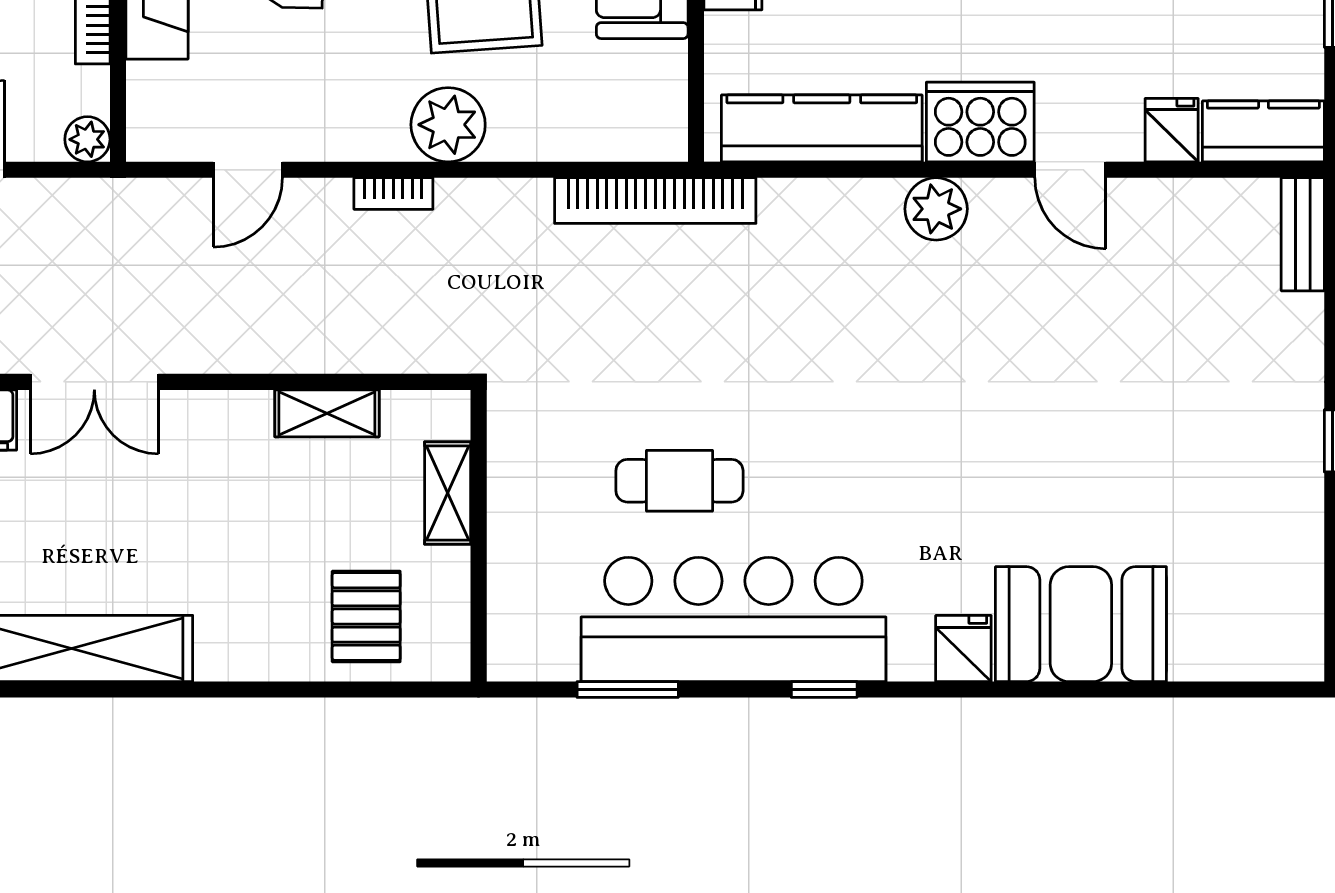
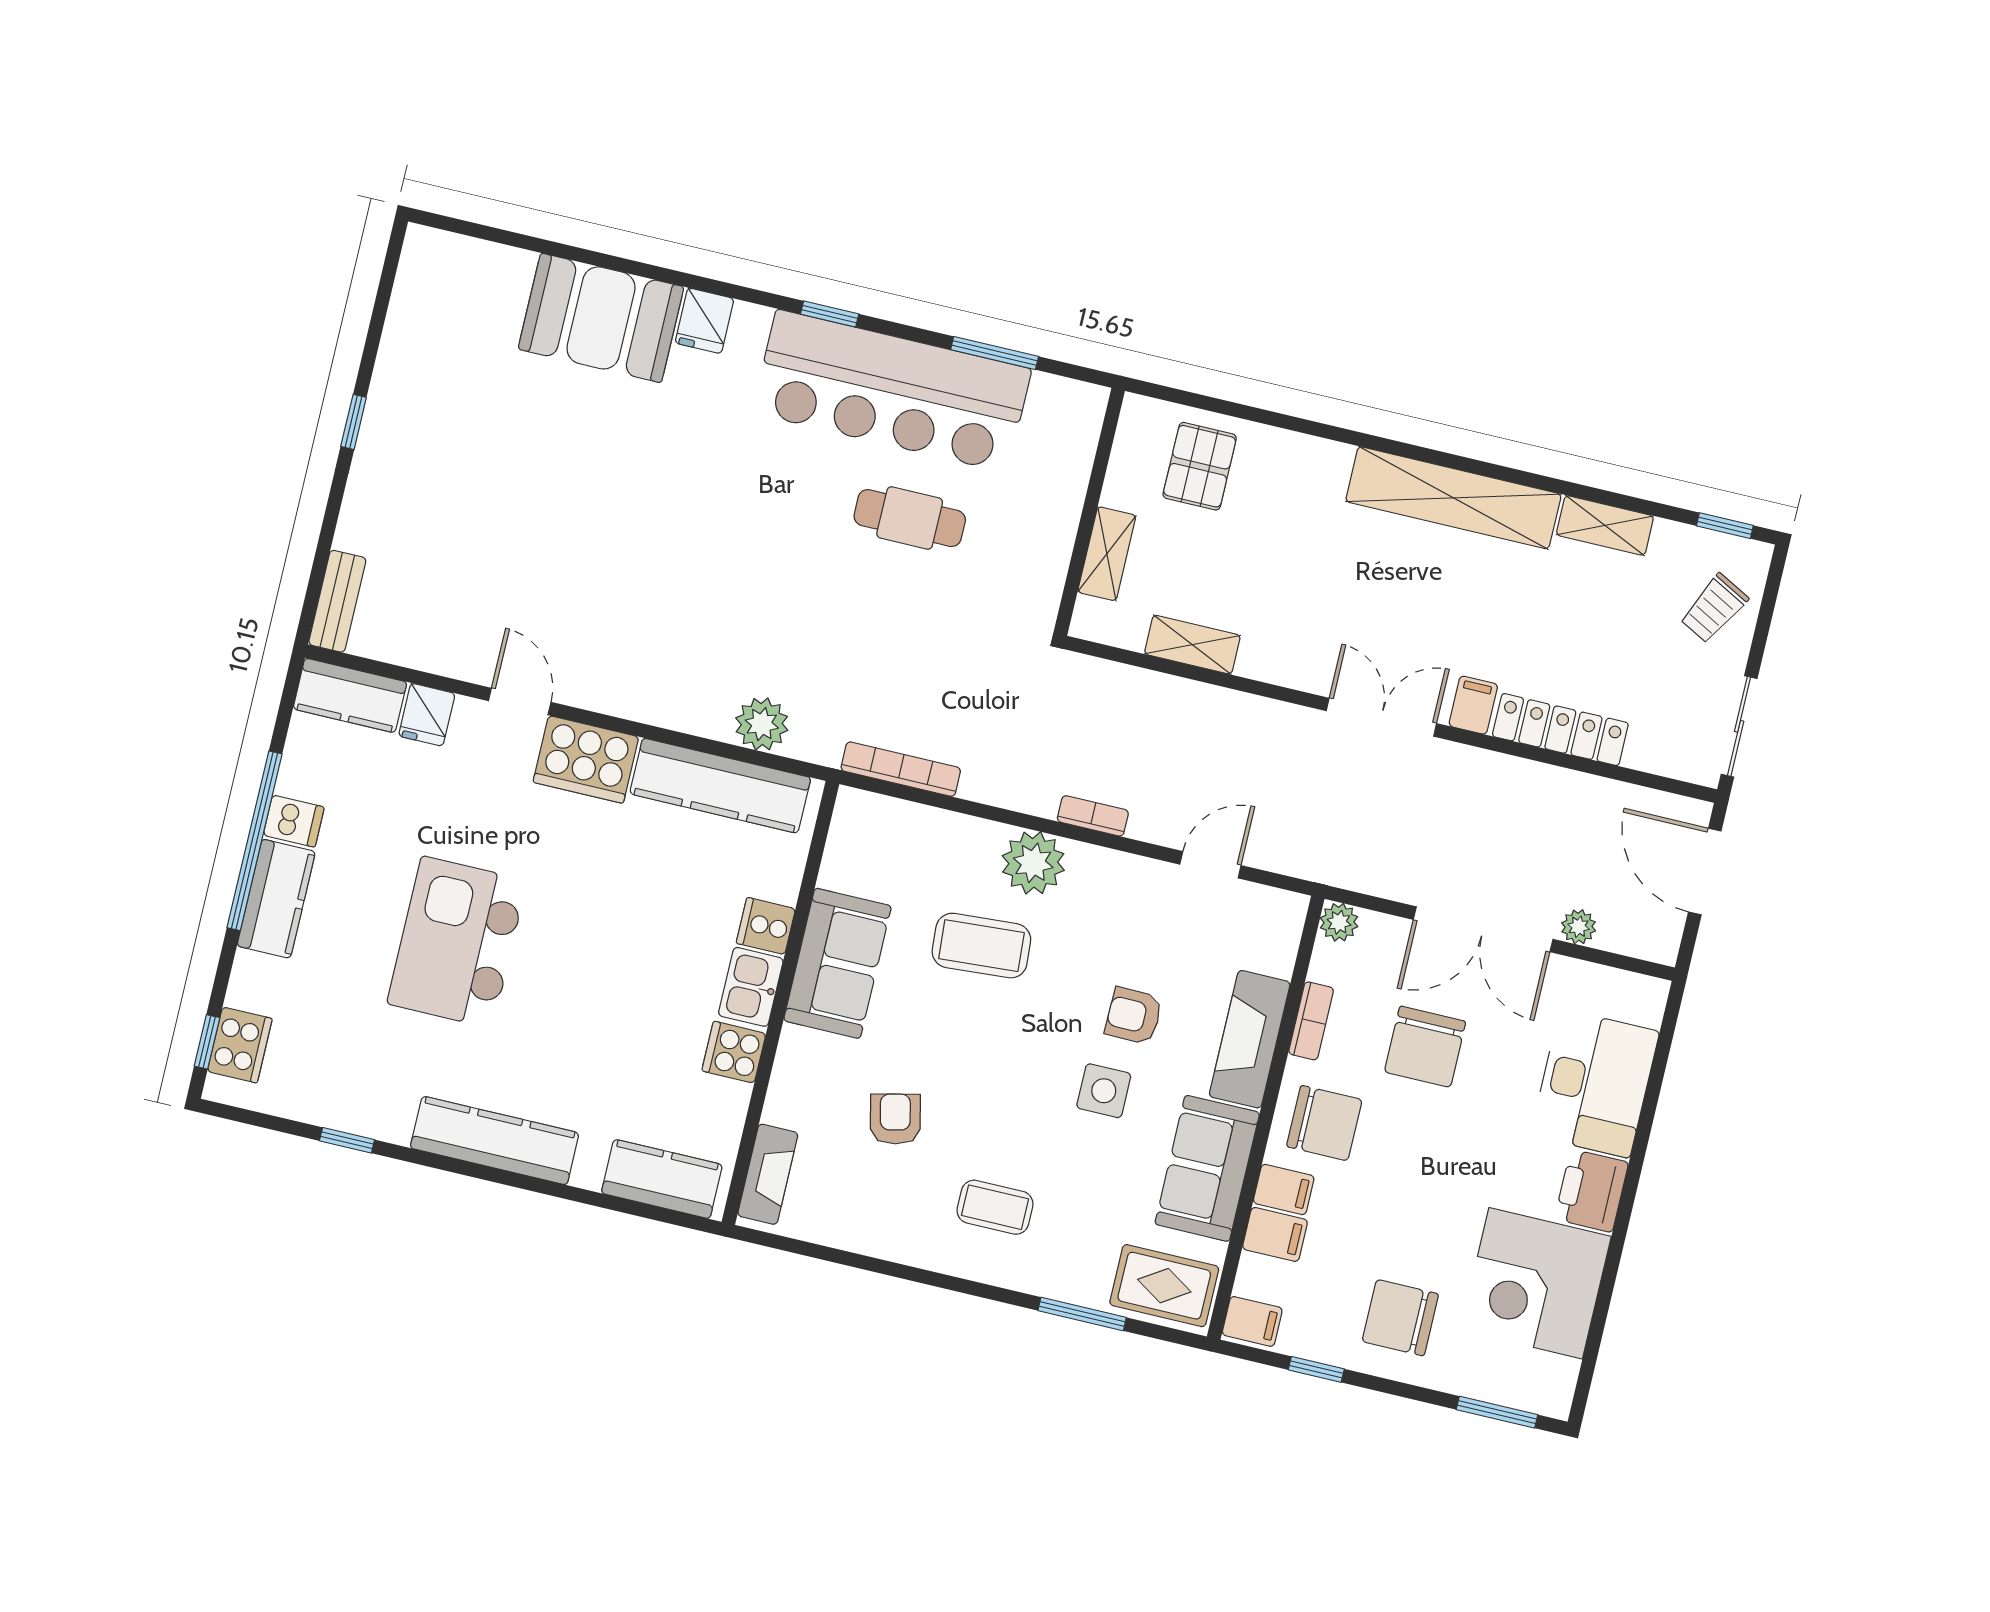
bookcase: (655, 201) -> (901, 769), width x0.68, depth x0.76
plant: (936, 209) -> (762, 724), moved

